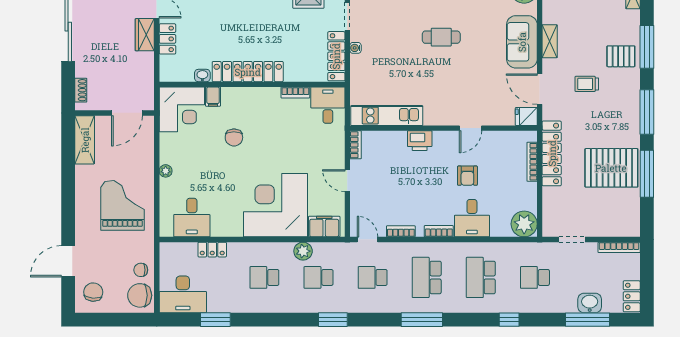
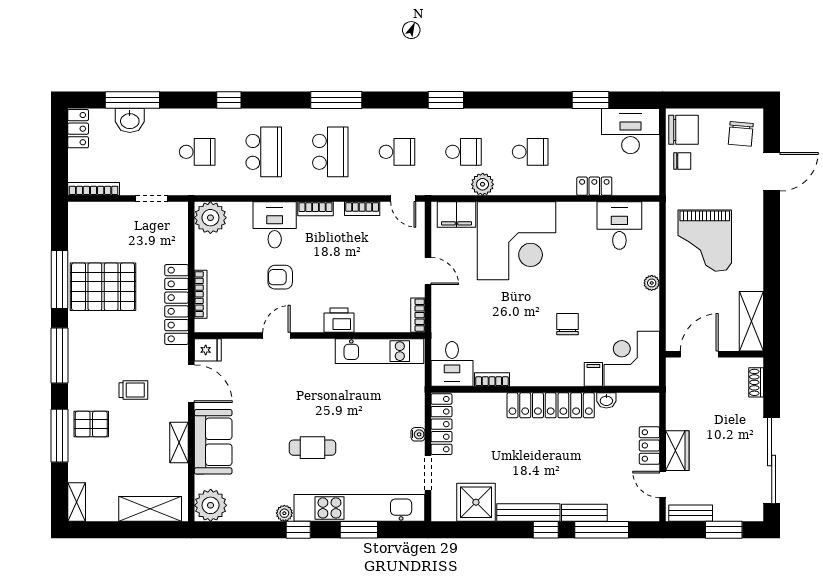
armchair: (467, 176) -> (280, 277), turned -90

